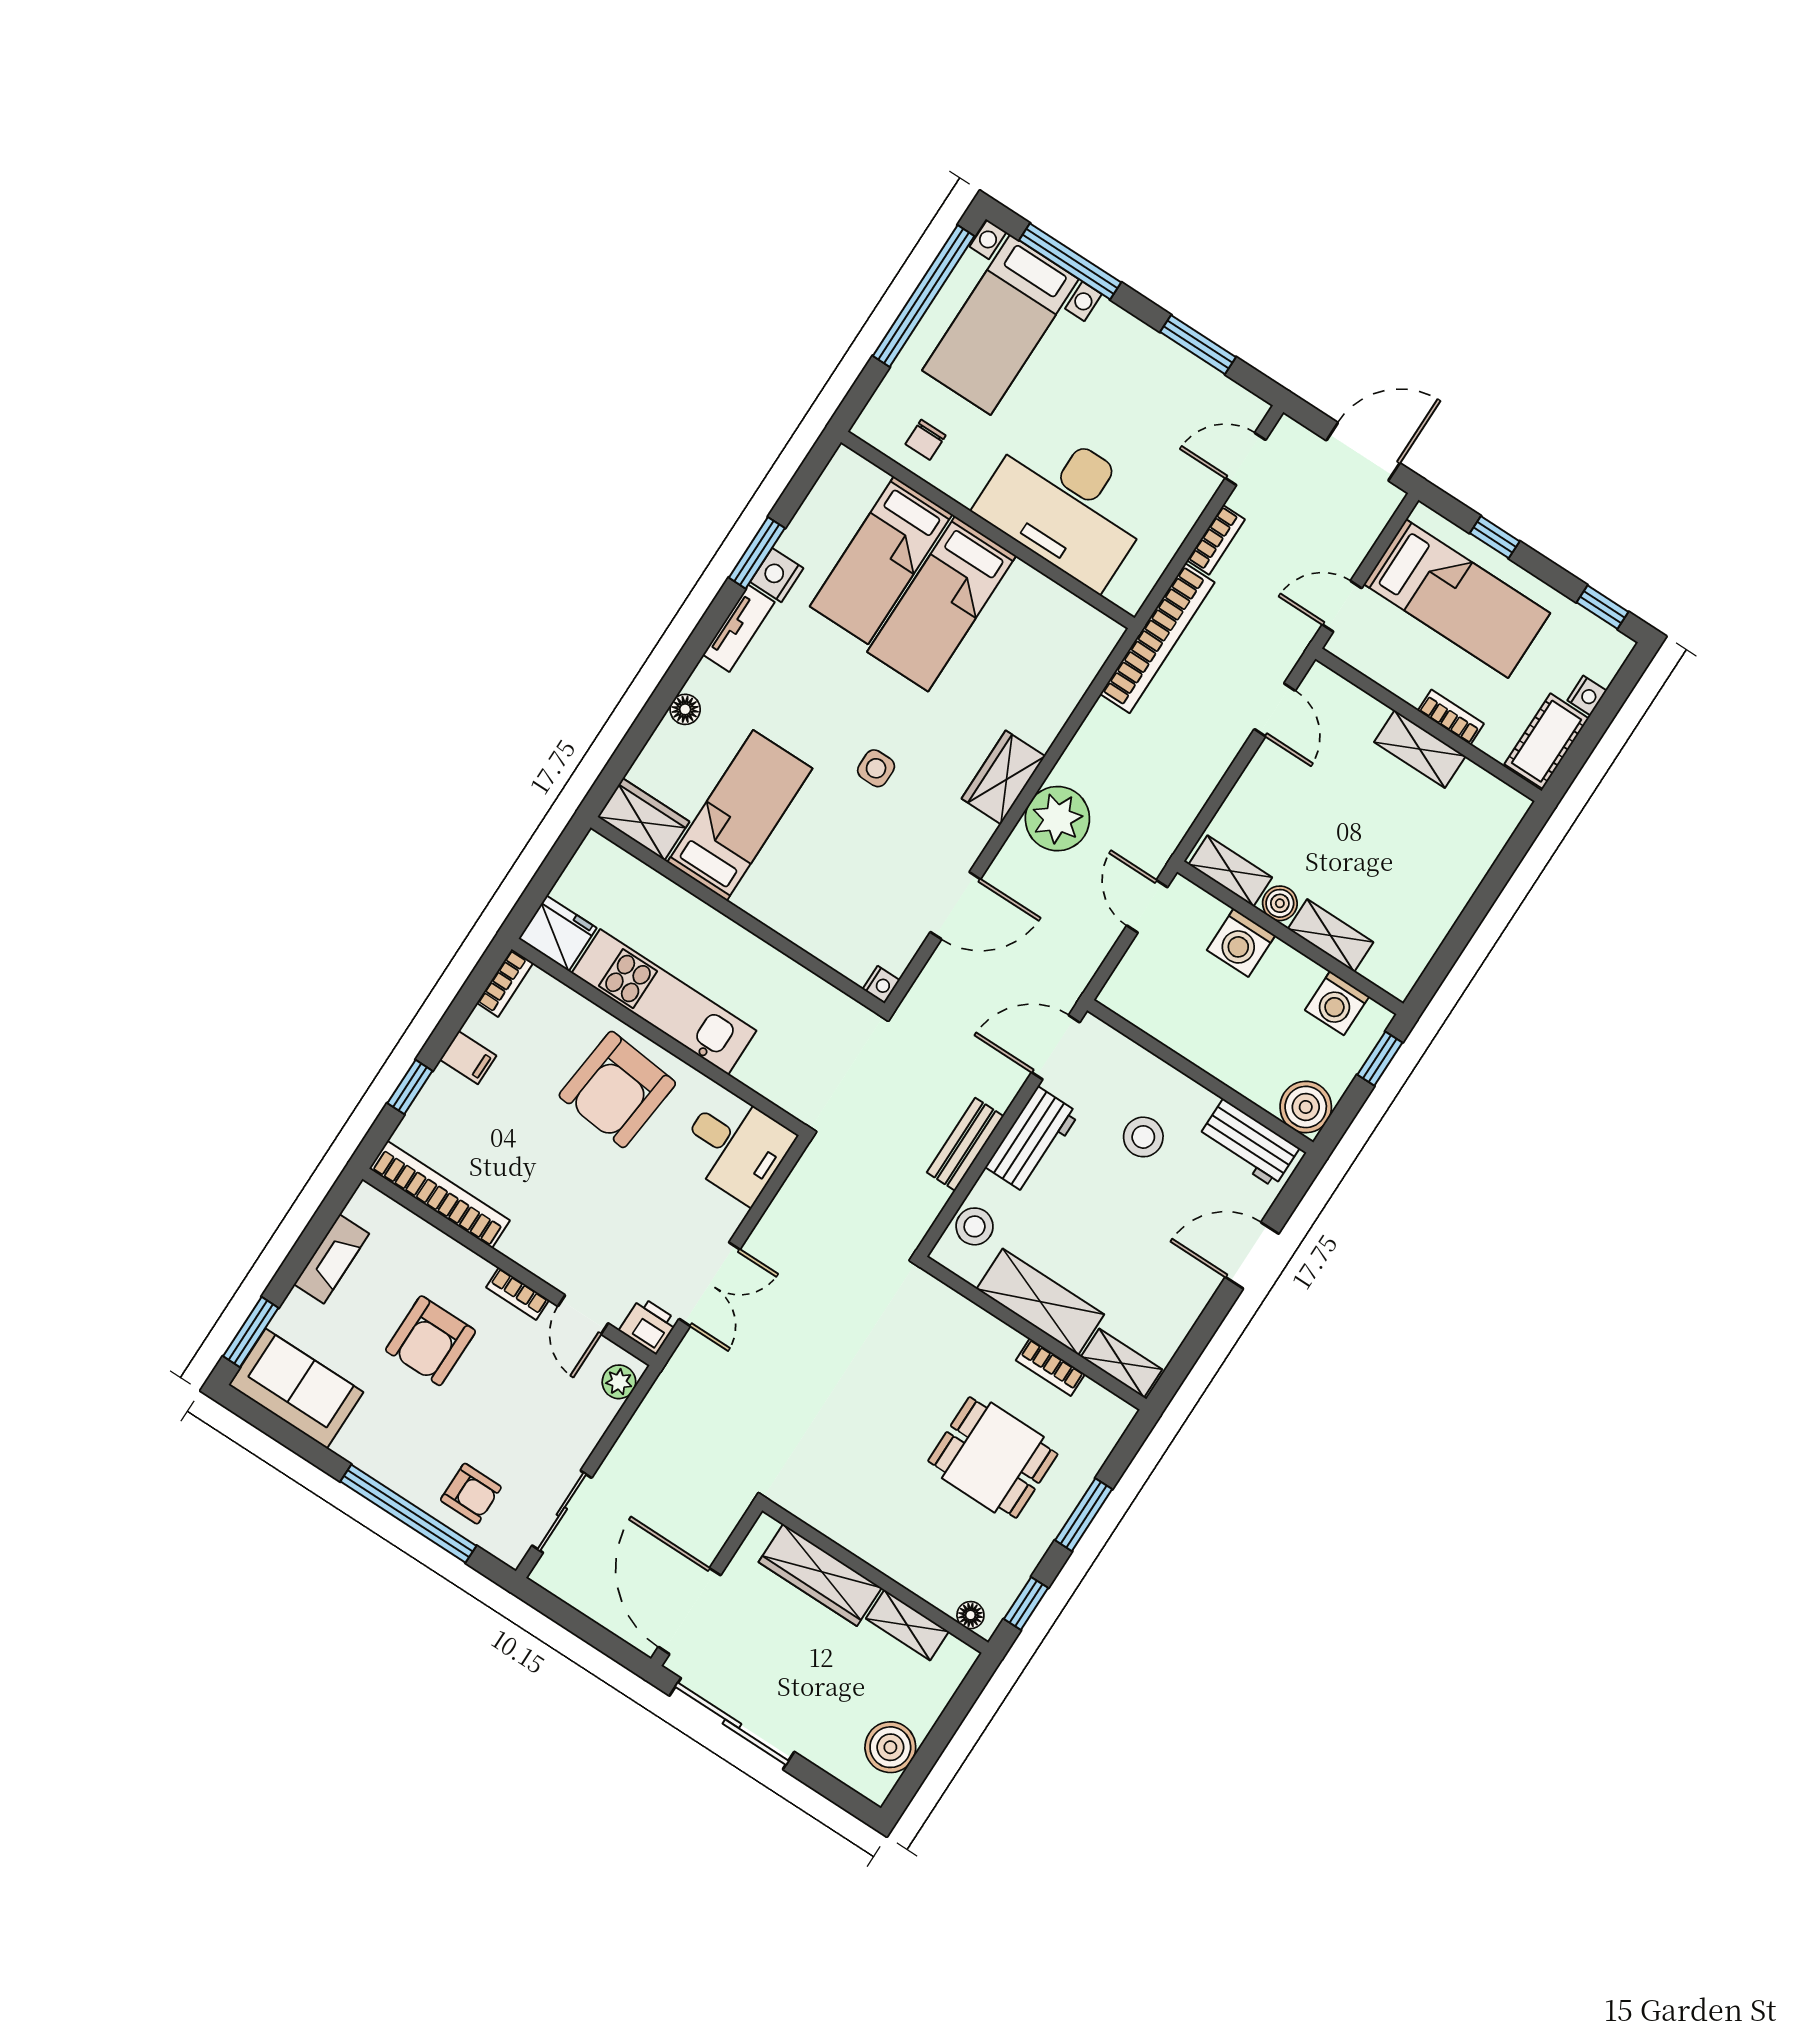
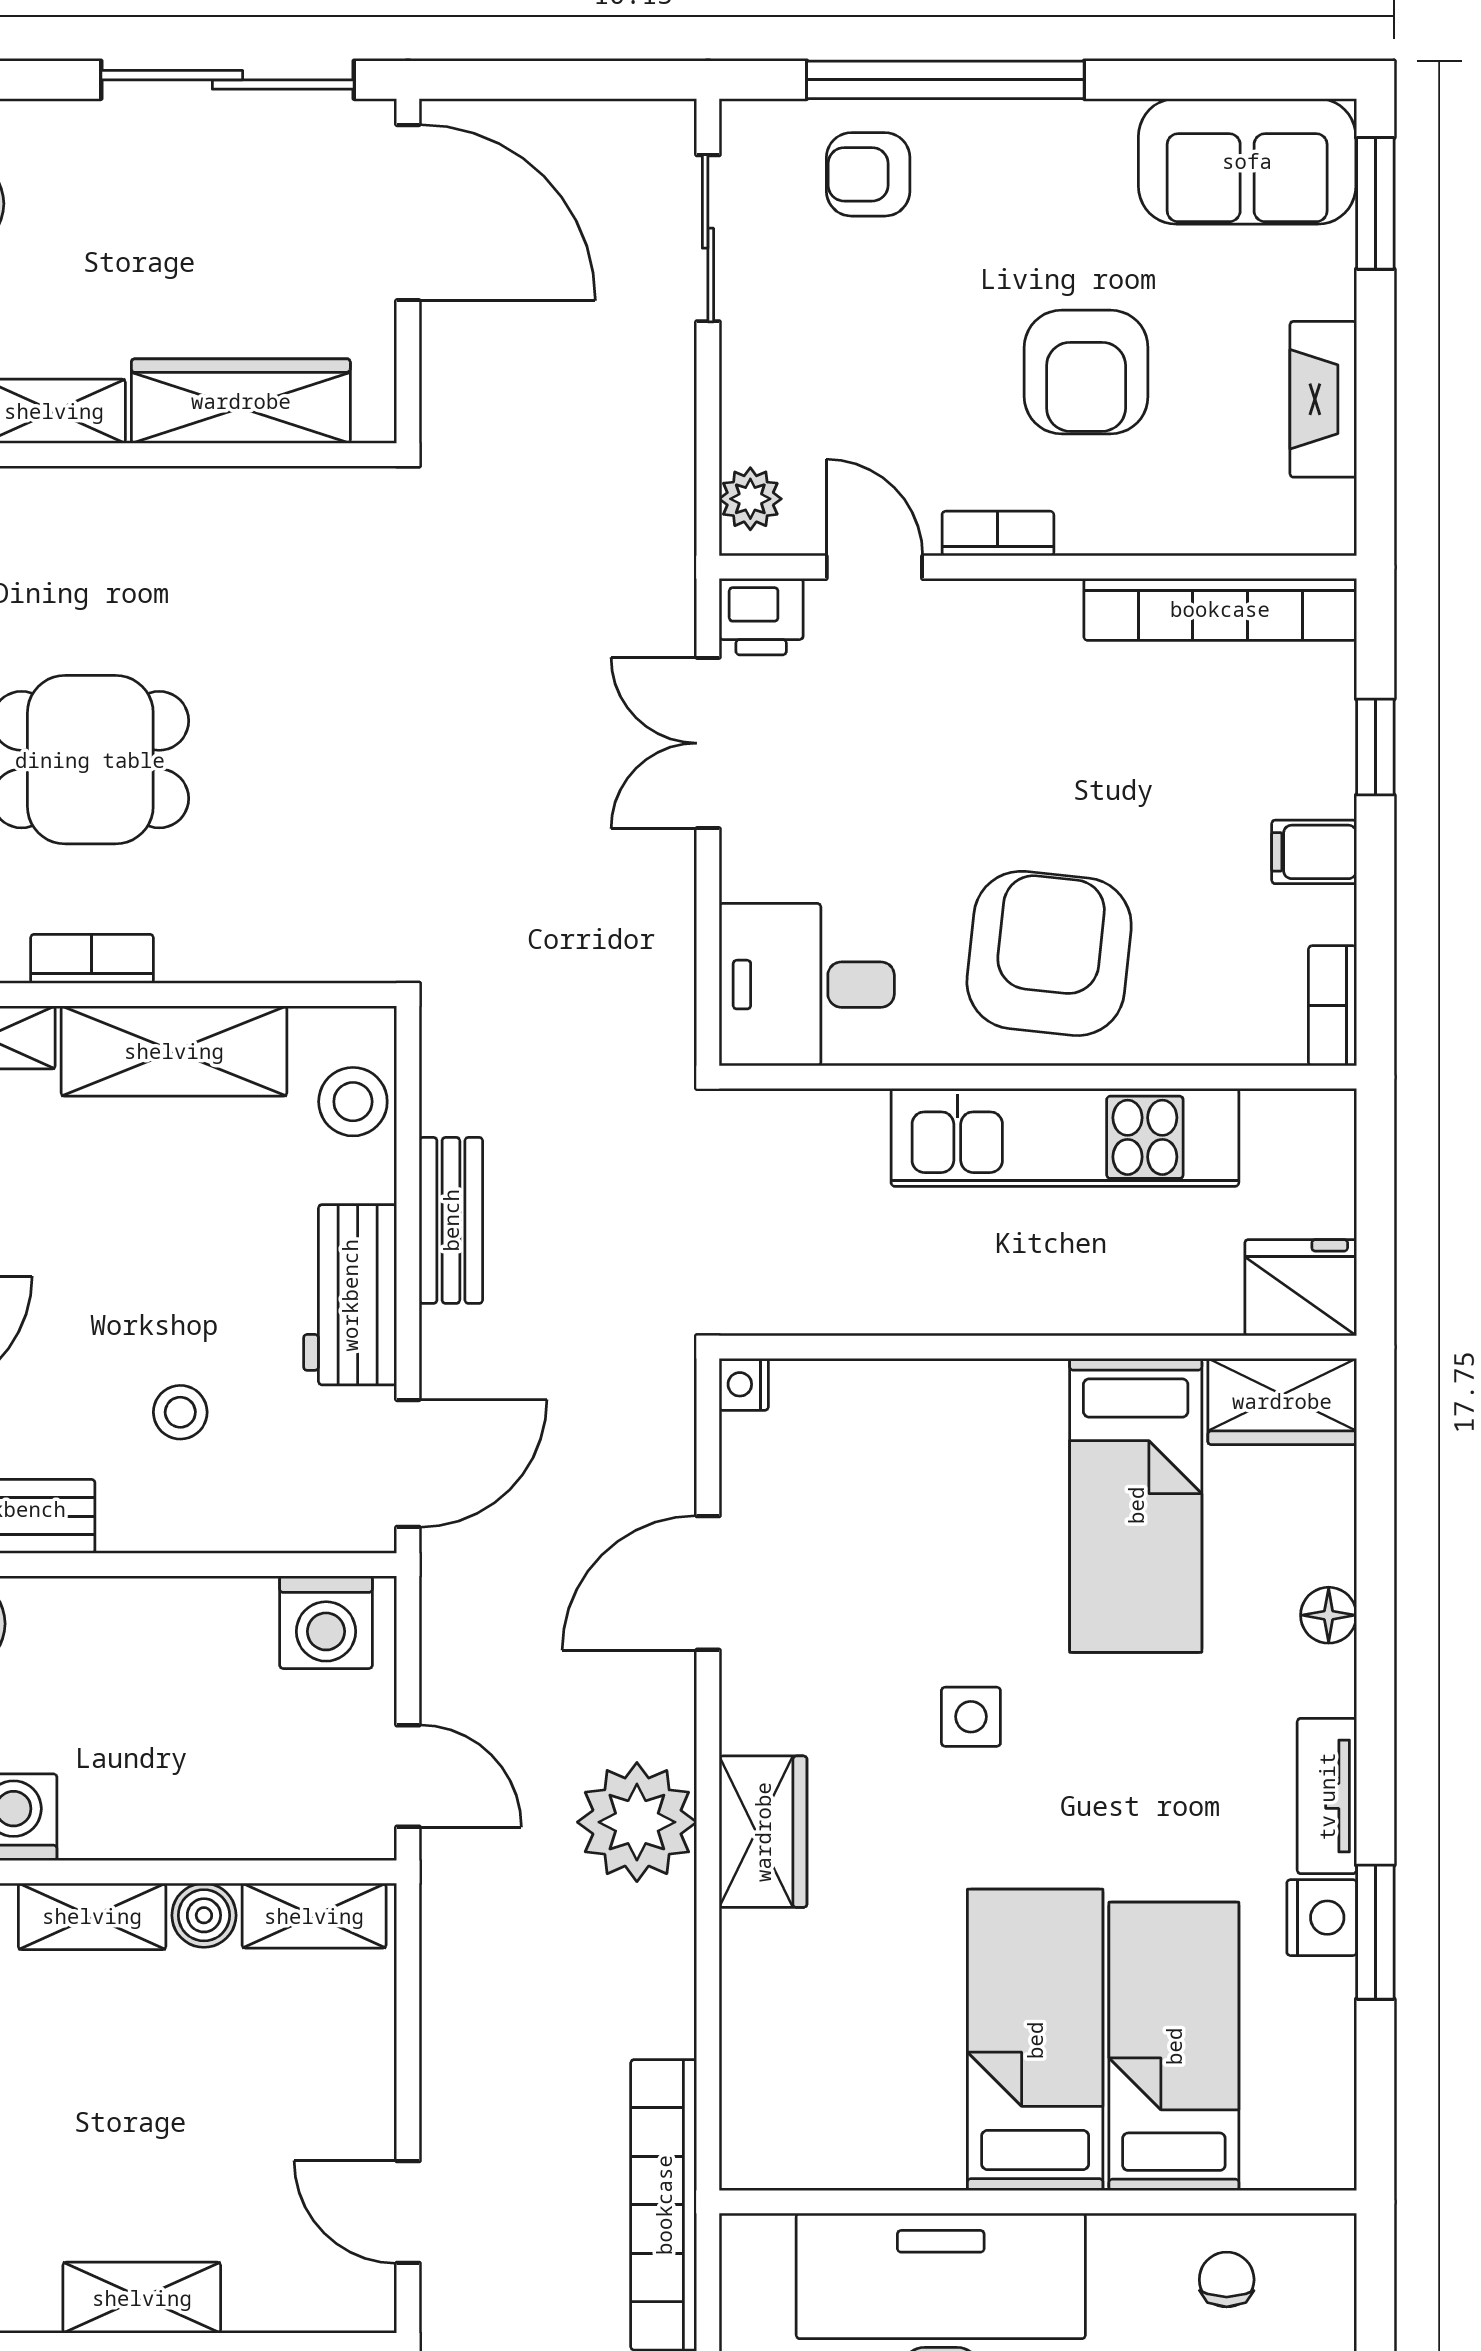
fridge: (558, 933) -> (1301, 1288), moved, turned 180
washing machine: (1241, 943) -> (326, 1622), moved, turned 180
stool: (1143, 1137) -> (180, 1412), width x0.73, depth x0.73
armchair: (431, 1341) -> (1086, 372), turned 180

